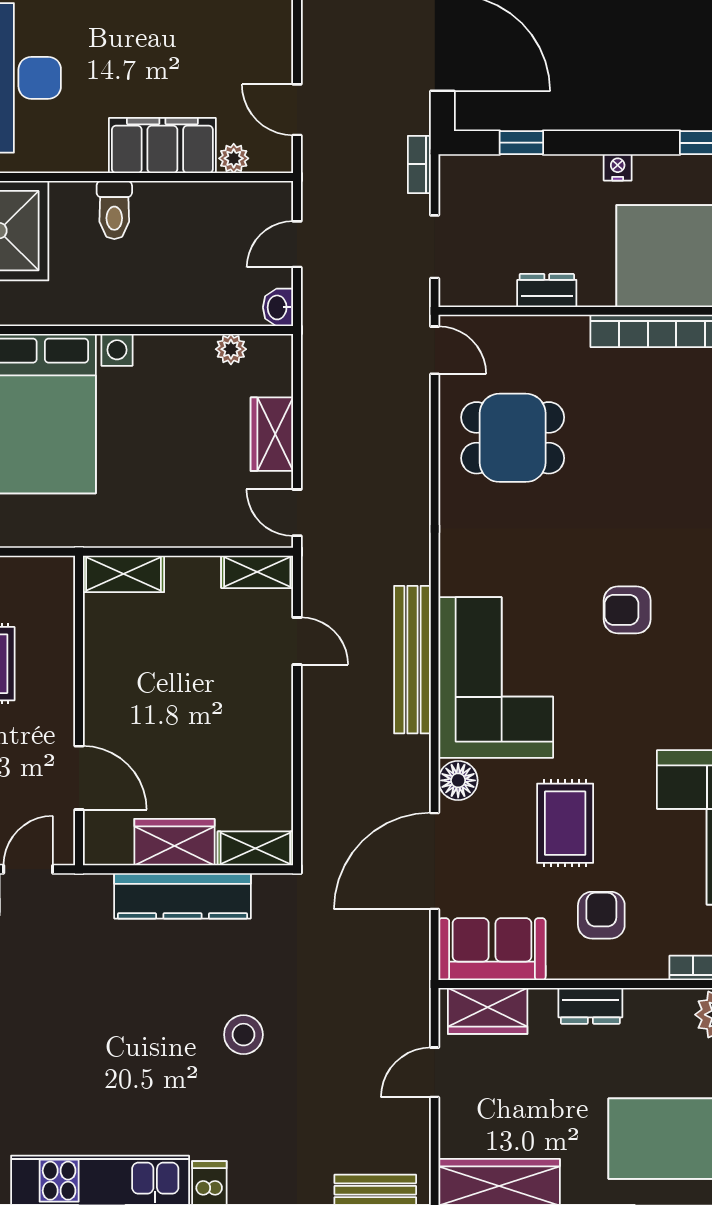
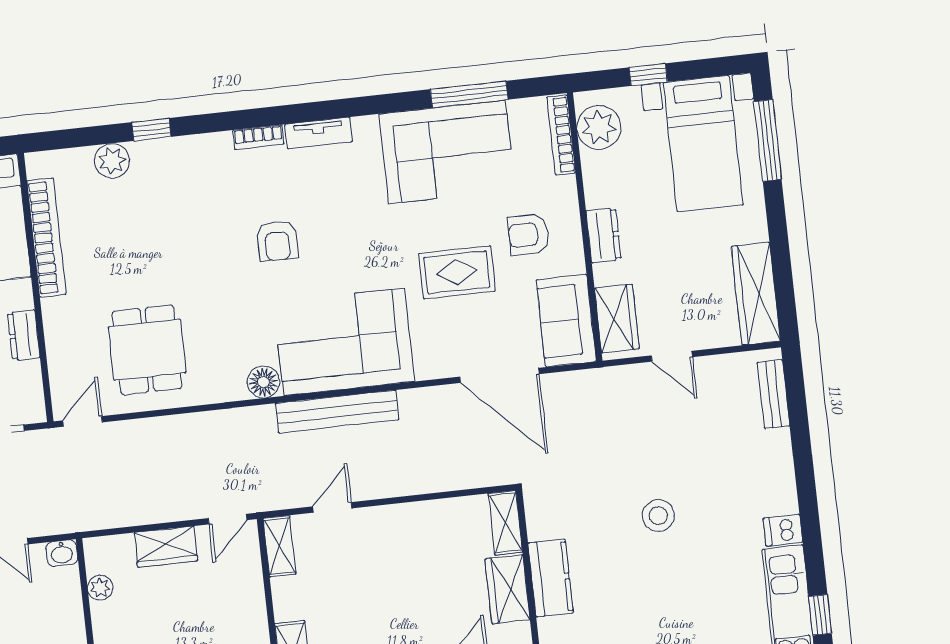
floor lamp: (458, 780) -> (263, 382), moved
kitchen counter: (182, 896) -> (551, 578), width x0.67

